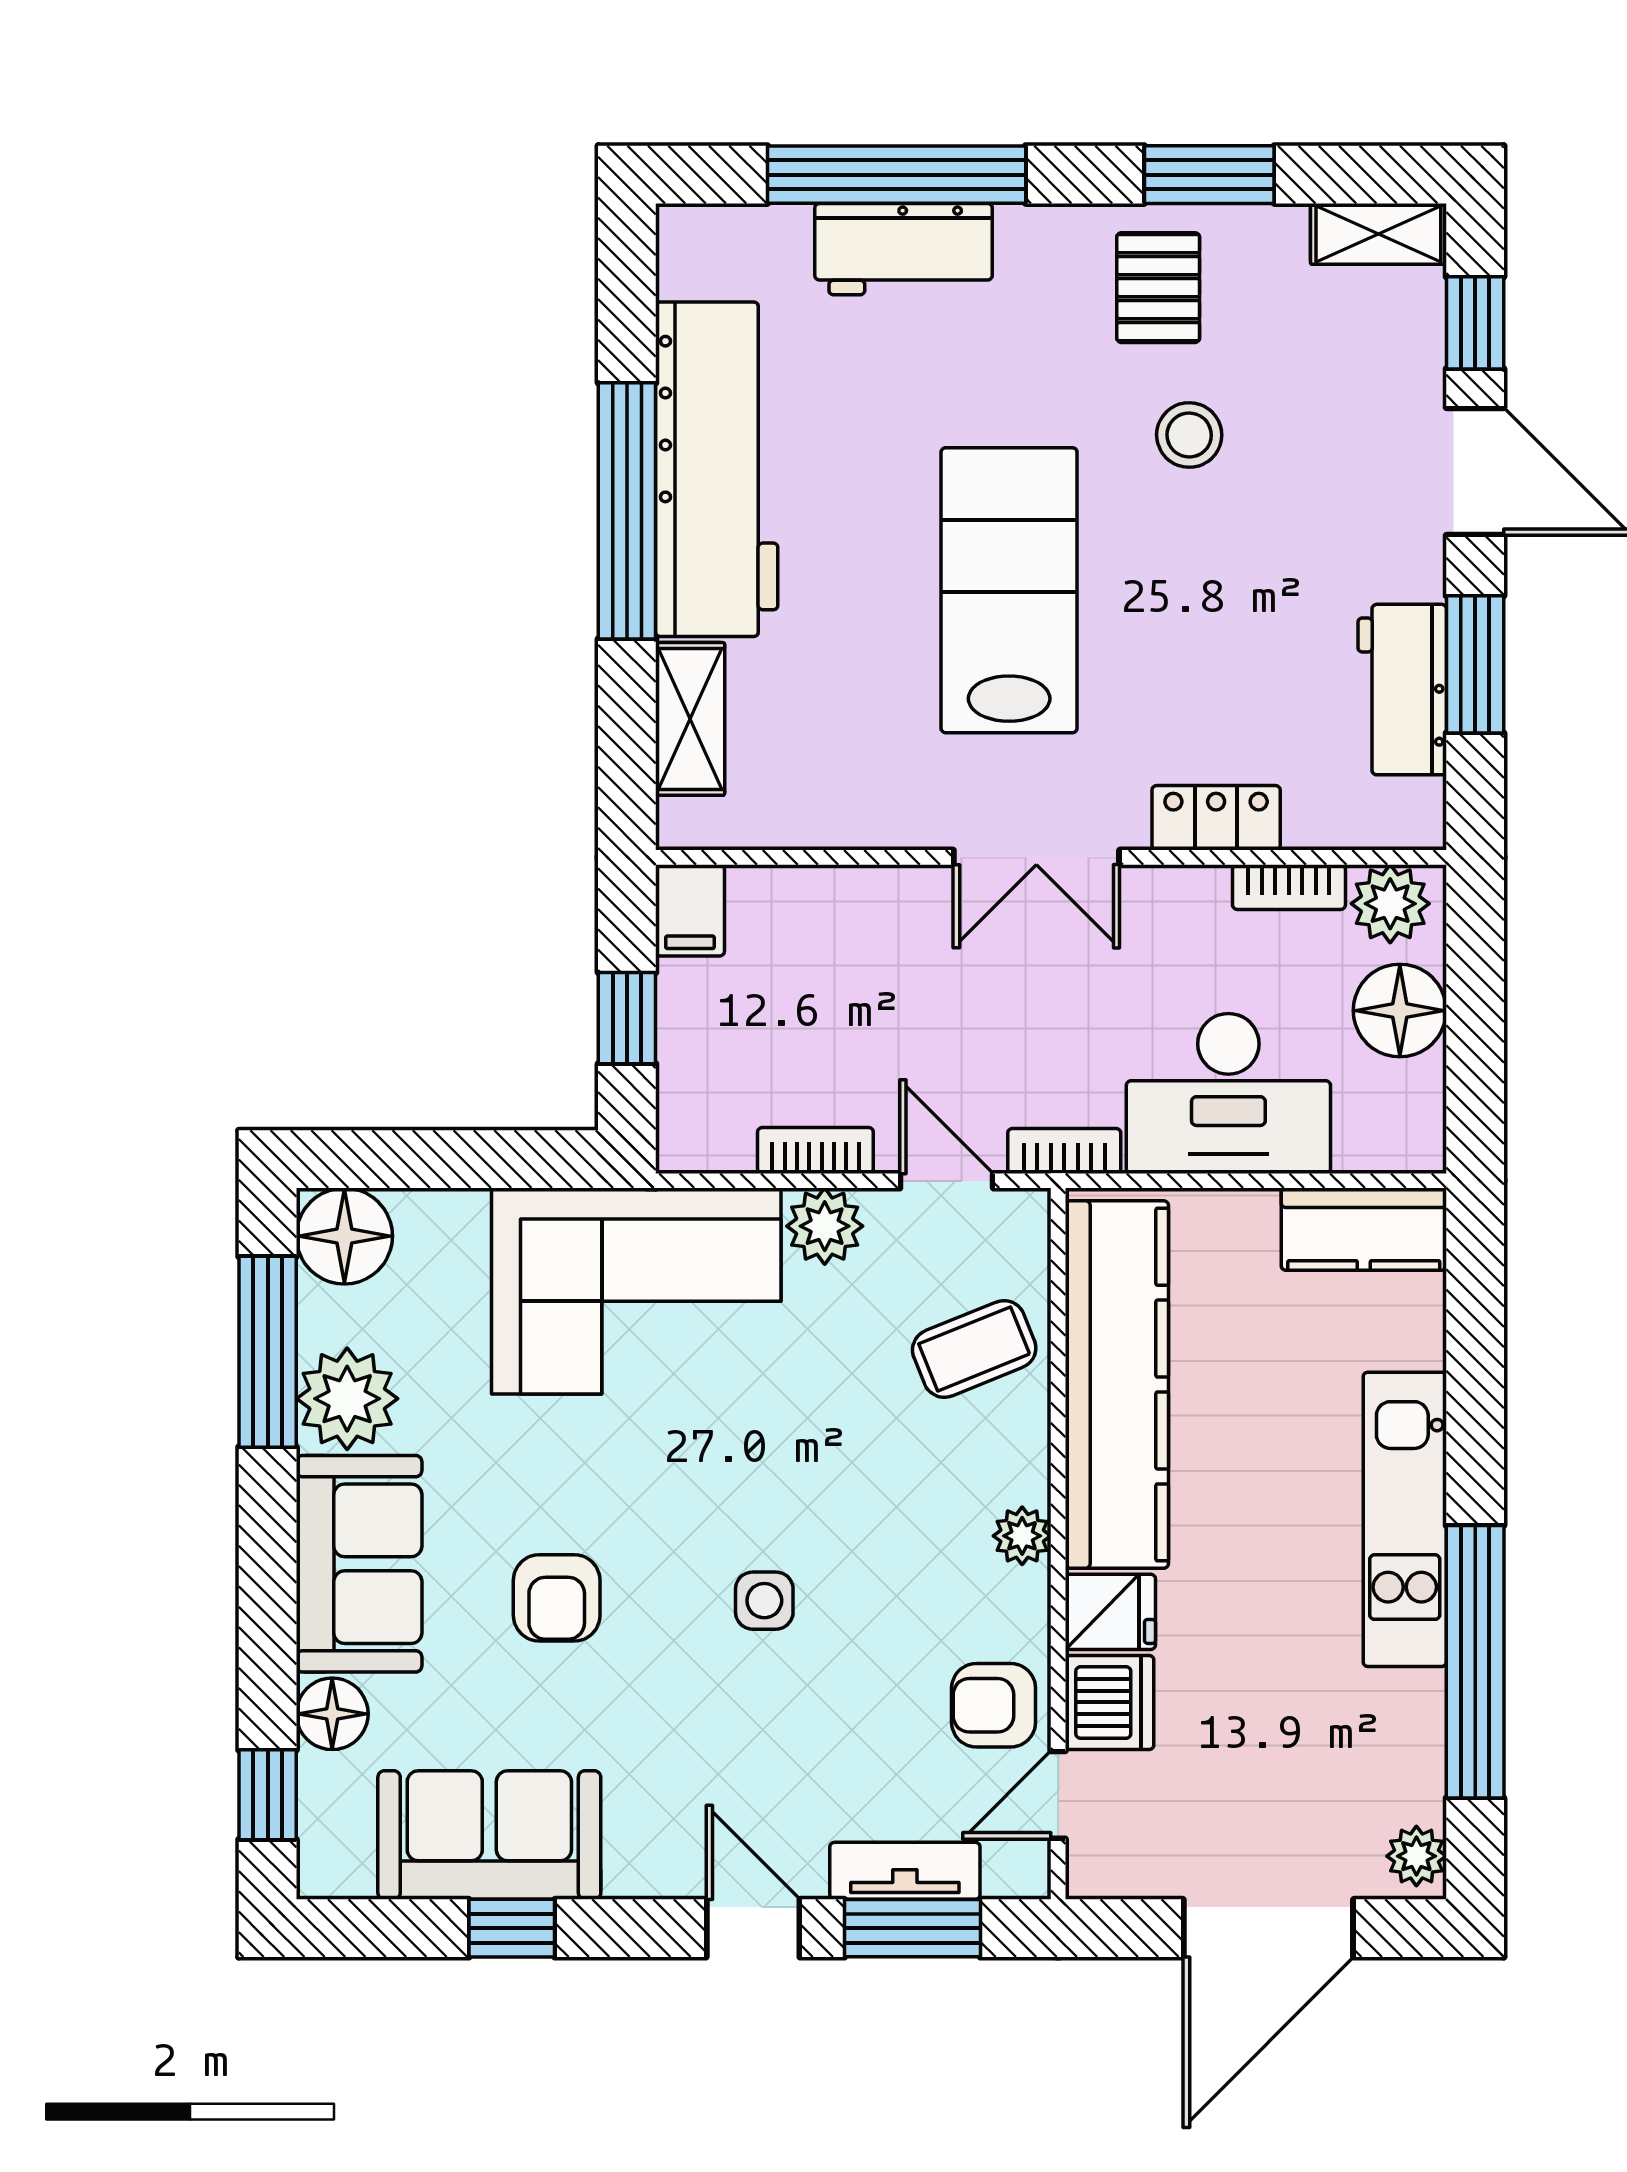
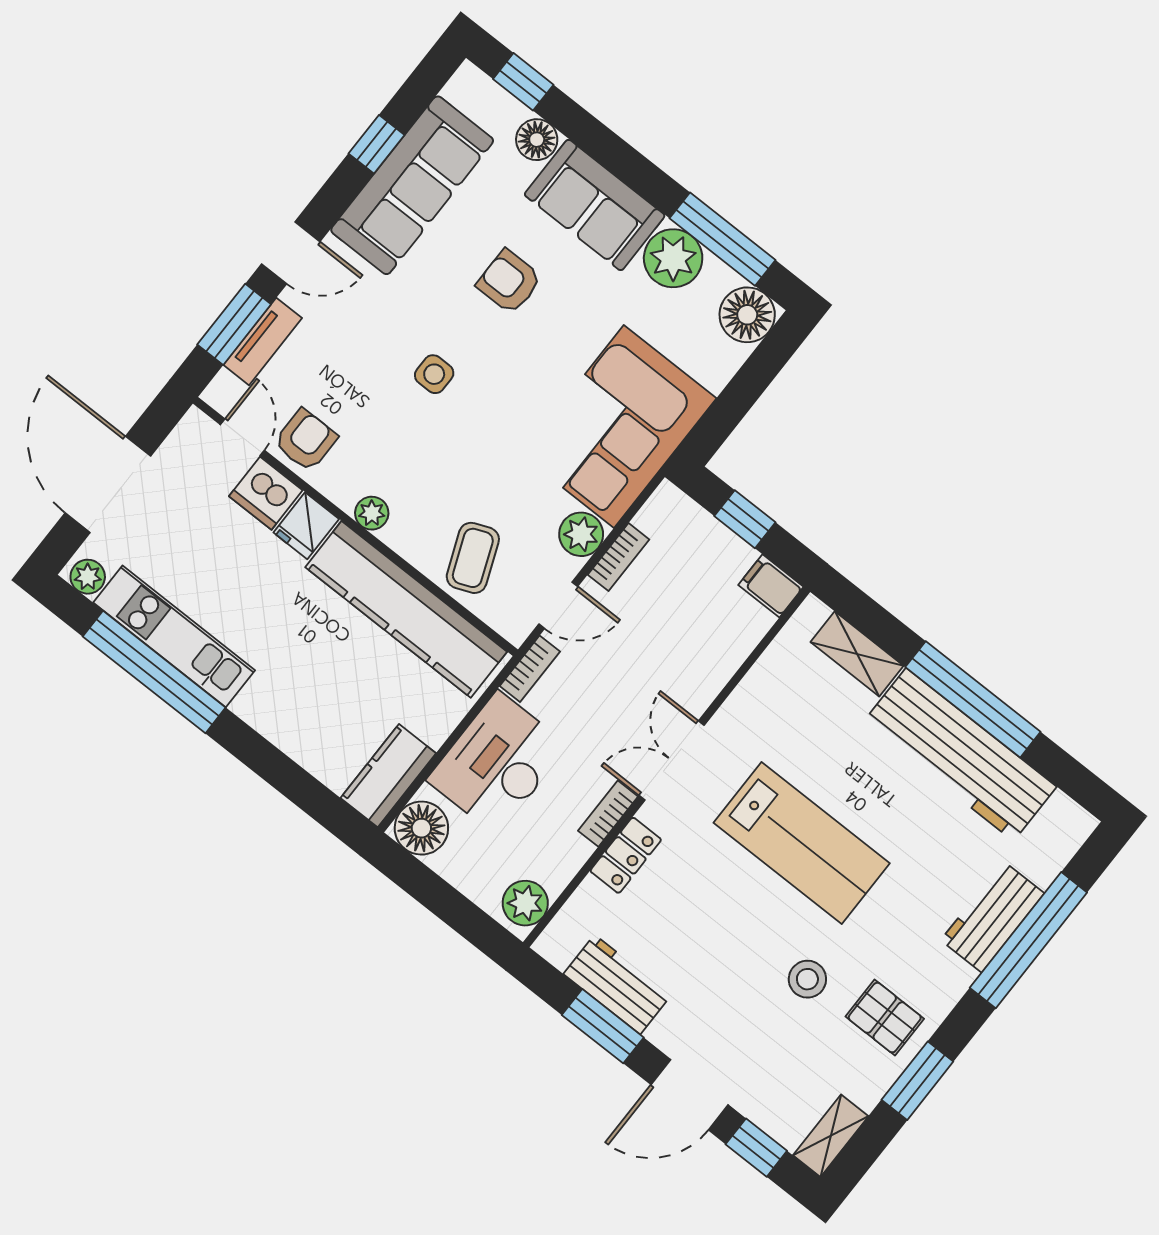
bookcase: (1289, 887) -> (608, 814), moved
floor lamp: (1400, 1011) -> (421, 828), moved
kitchen unit: (1405, 1519) -> (174, 636), moved
sofa: (489, 1835) -> (412, 185), width x1.36

